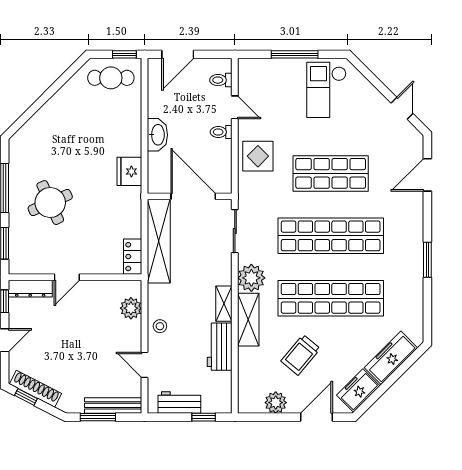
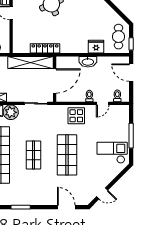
fridge: (129, 171) -> (96, 47), moved
shop shelf: (331, 236) -> (33, 155), width x0.50, depth x0.74
locker: (133, 257) -> (45, 48), moved, width x1.53

